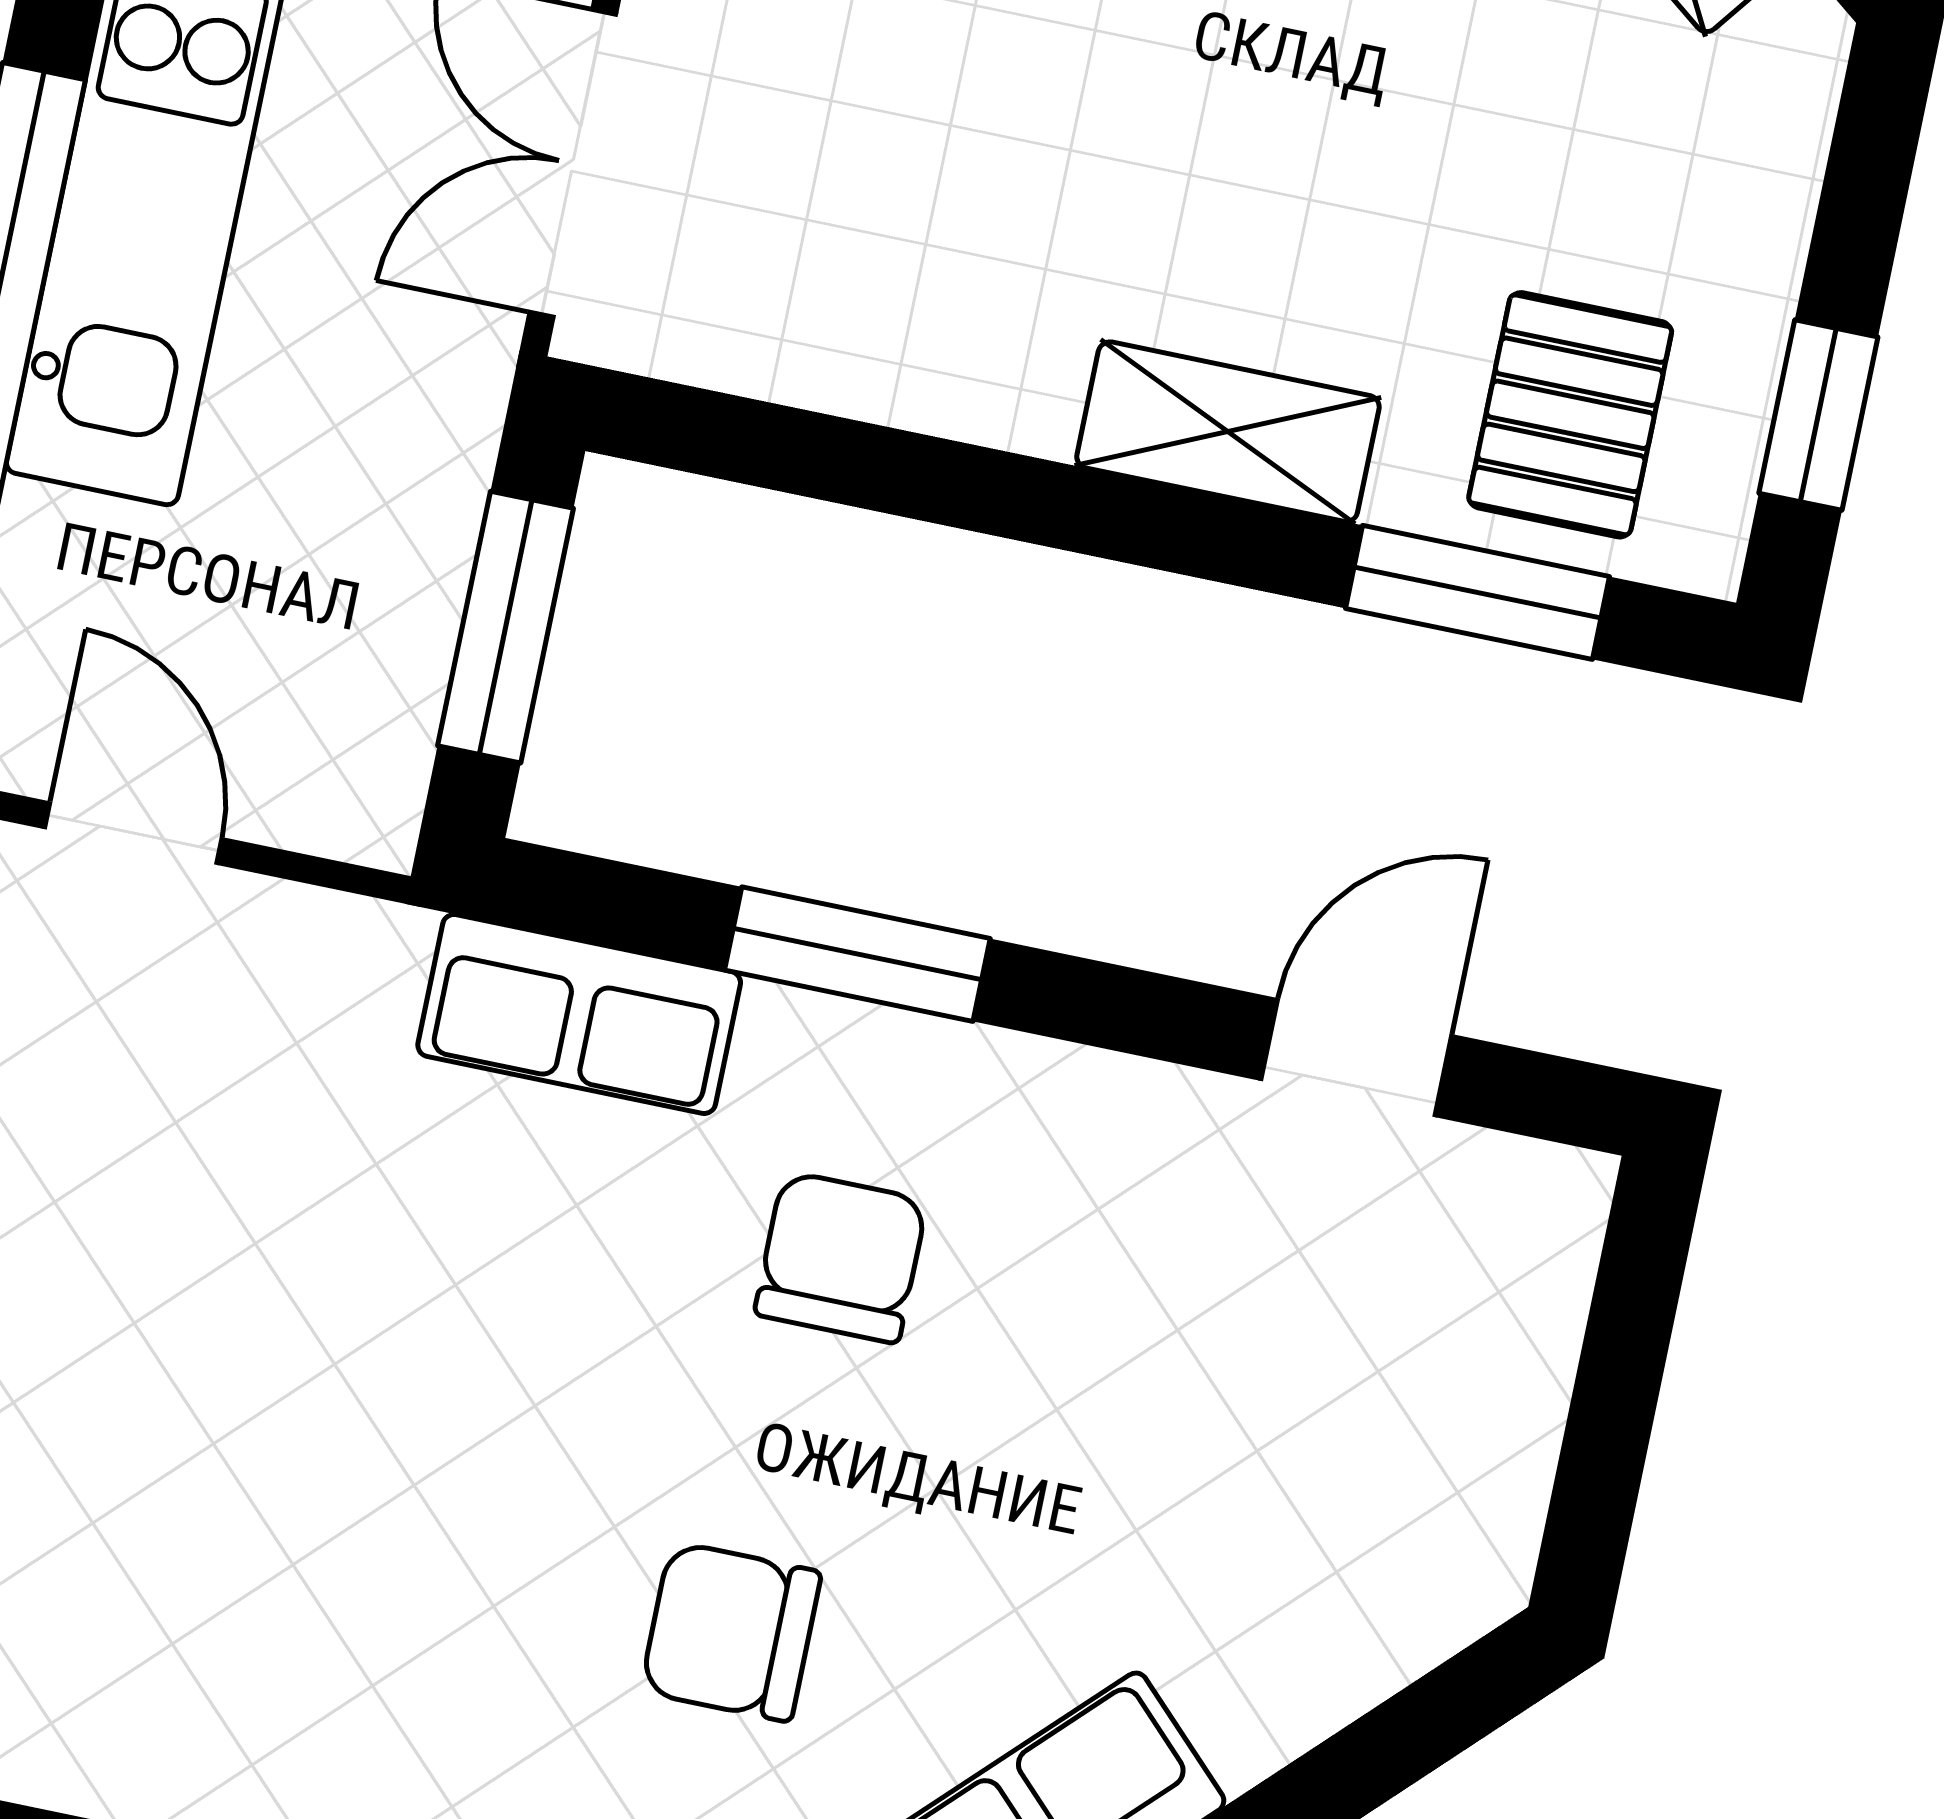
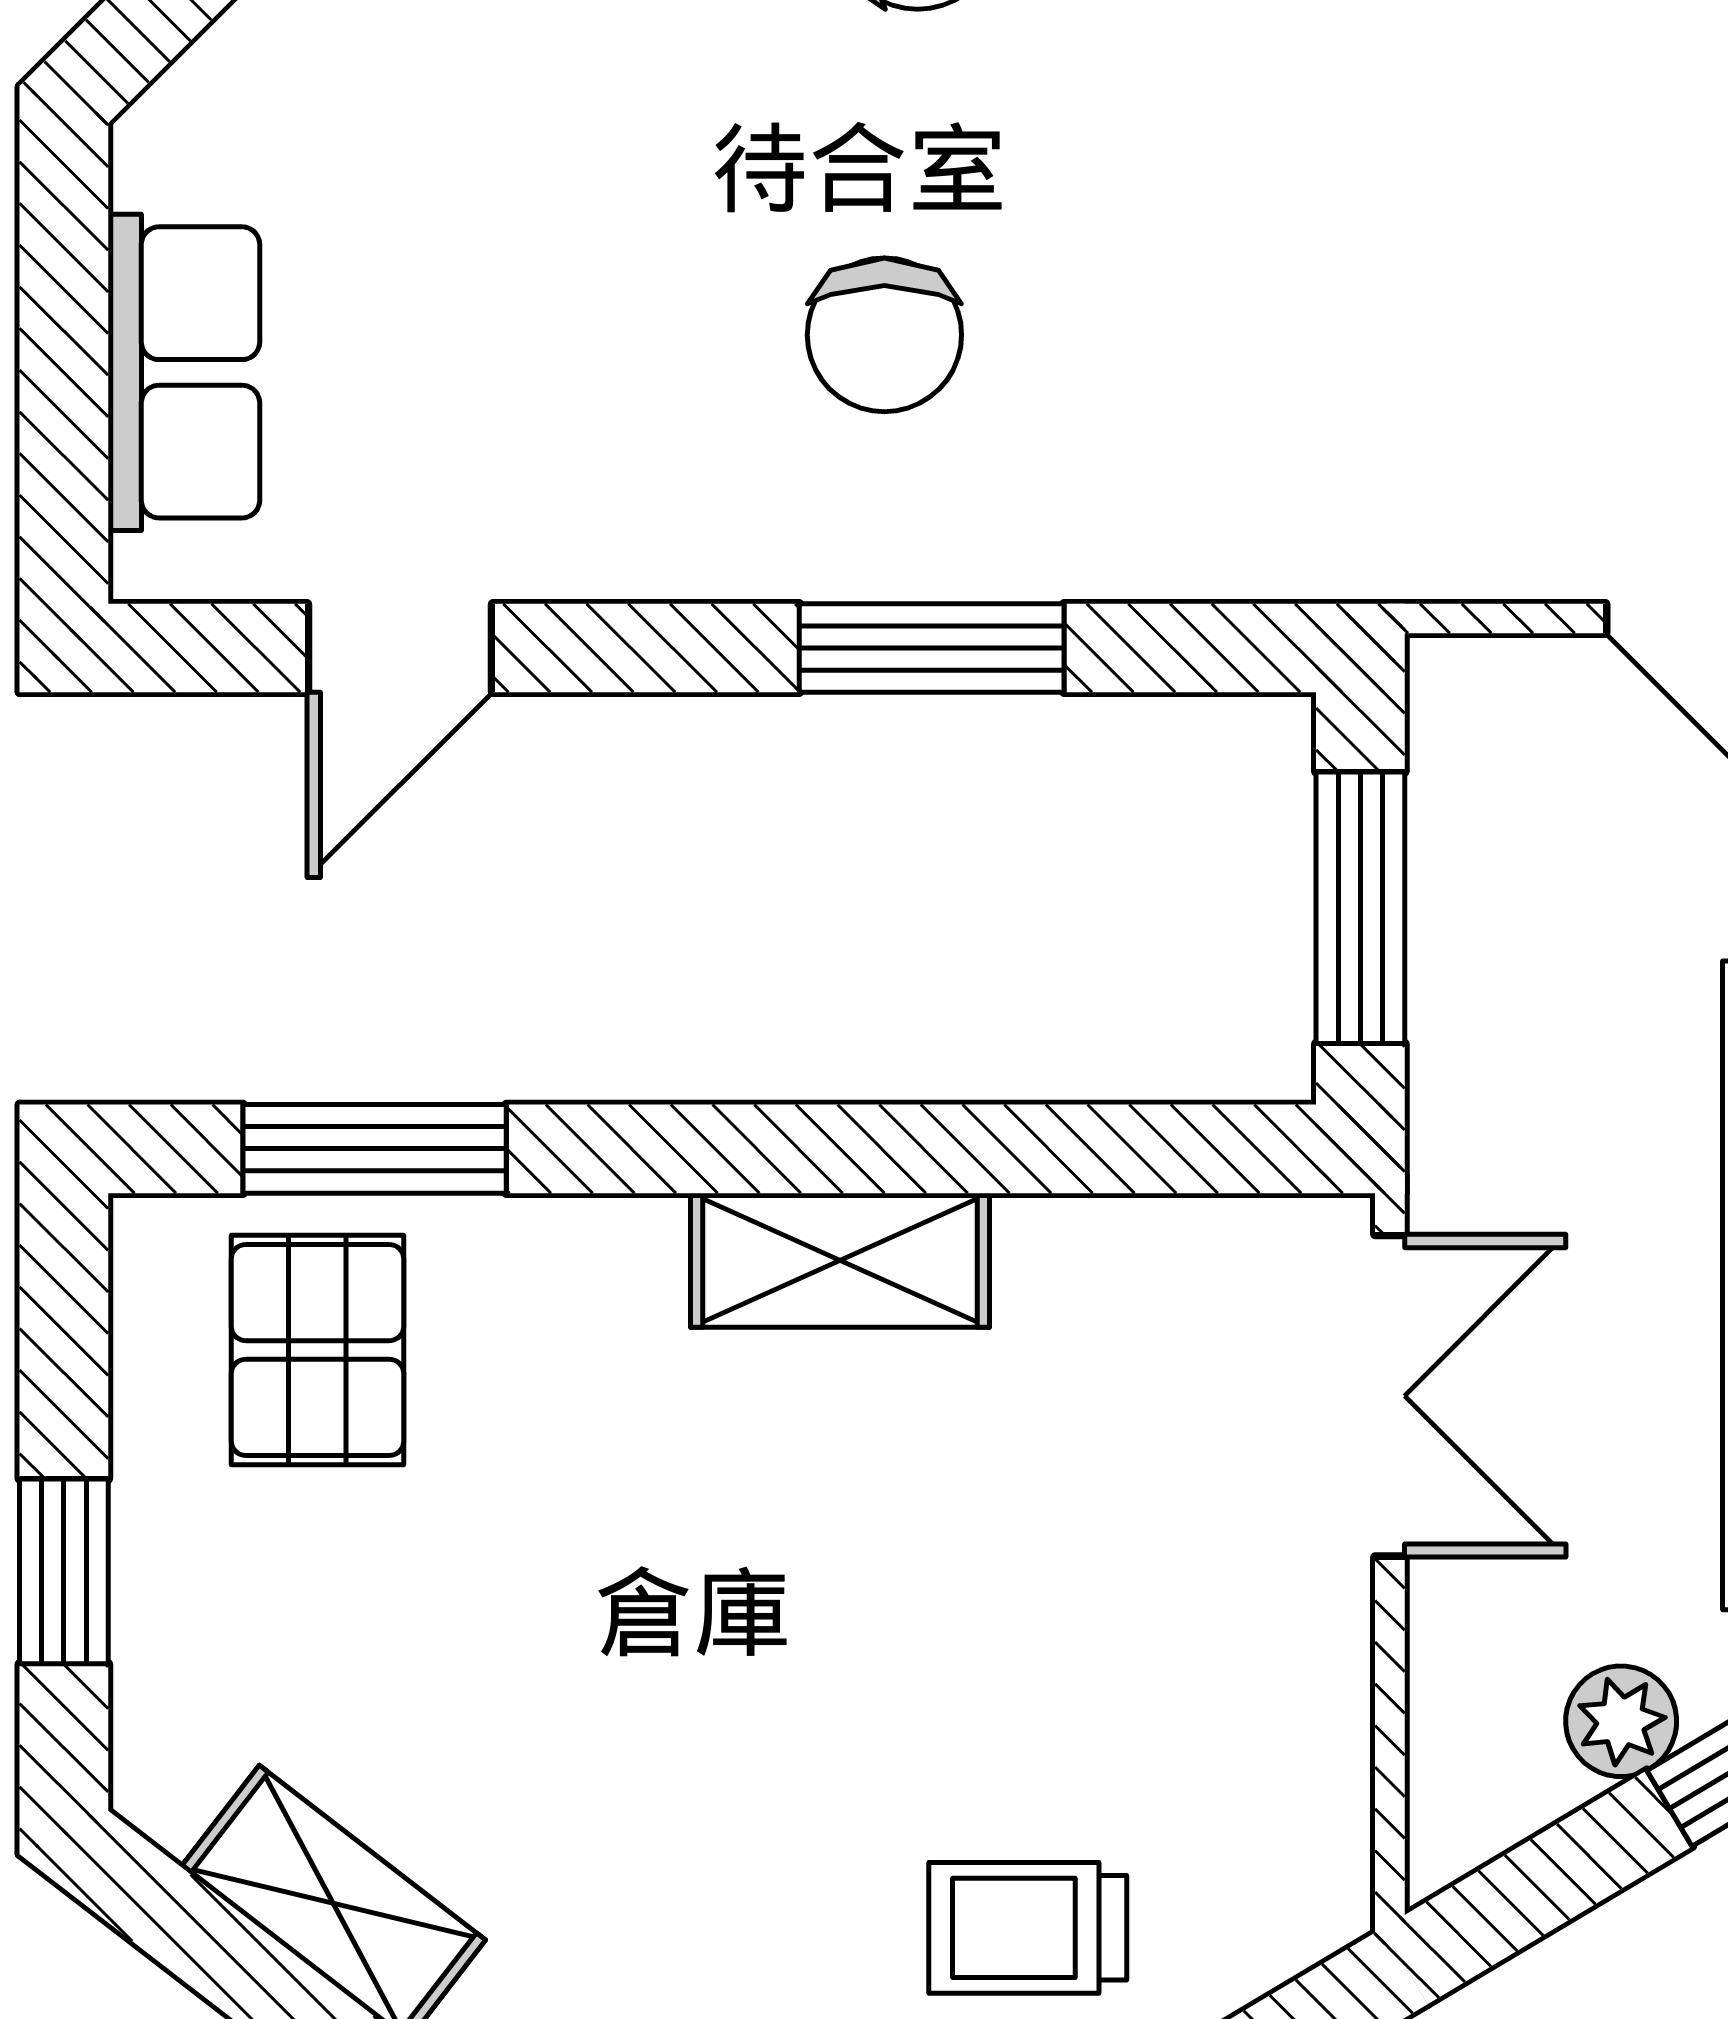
window: (1818, 415) -> (64, 1571), moved
shelving: (1228, 432) -> (840, 1260), moved
row of seats: (579, 1014) -> (184, 372), moved, turned 90

